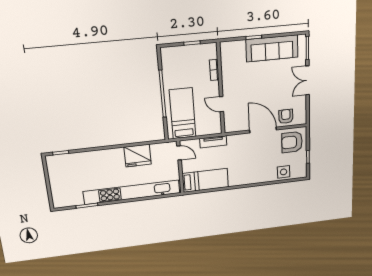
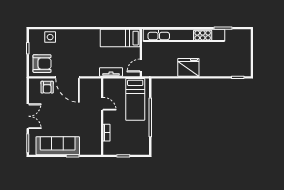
door: (179, 153) -> (141, 66), hinge flipped
fridge: (138, 156) -> (188, 67), moved

